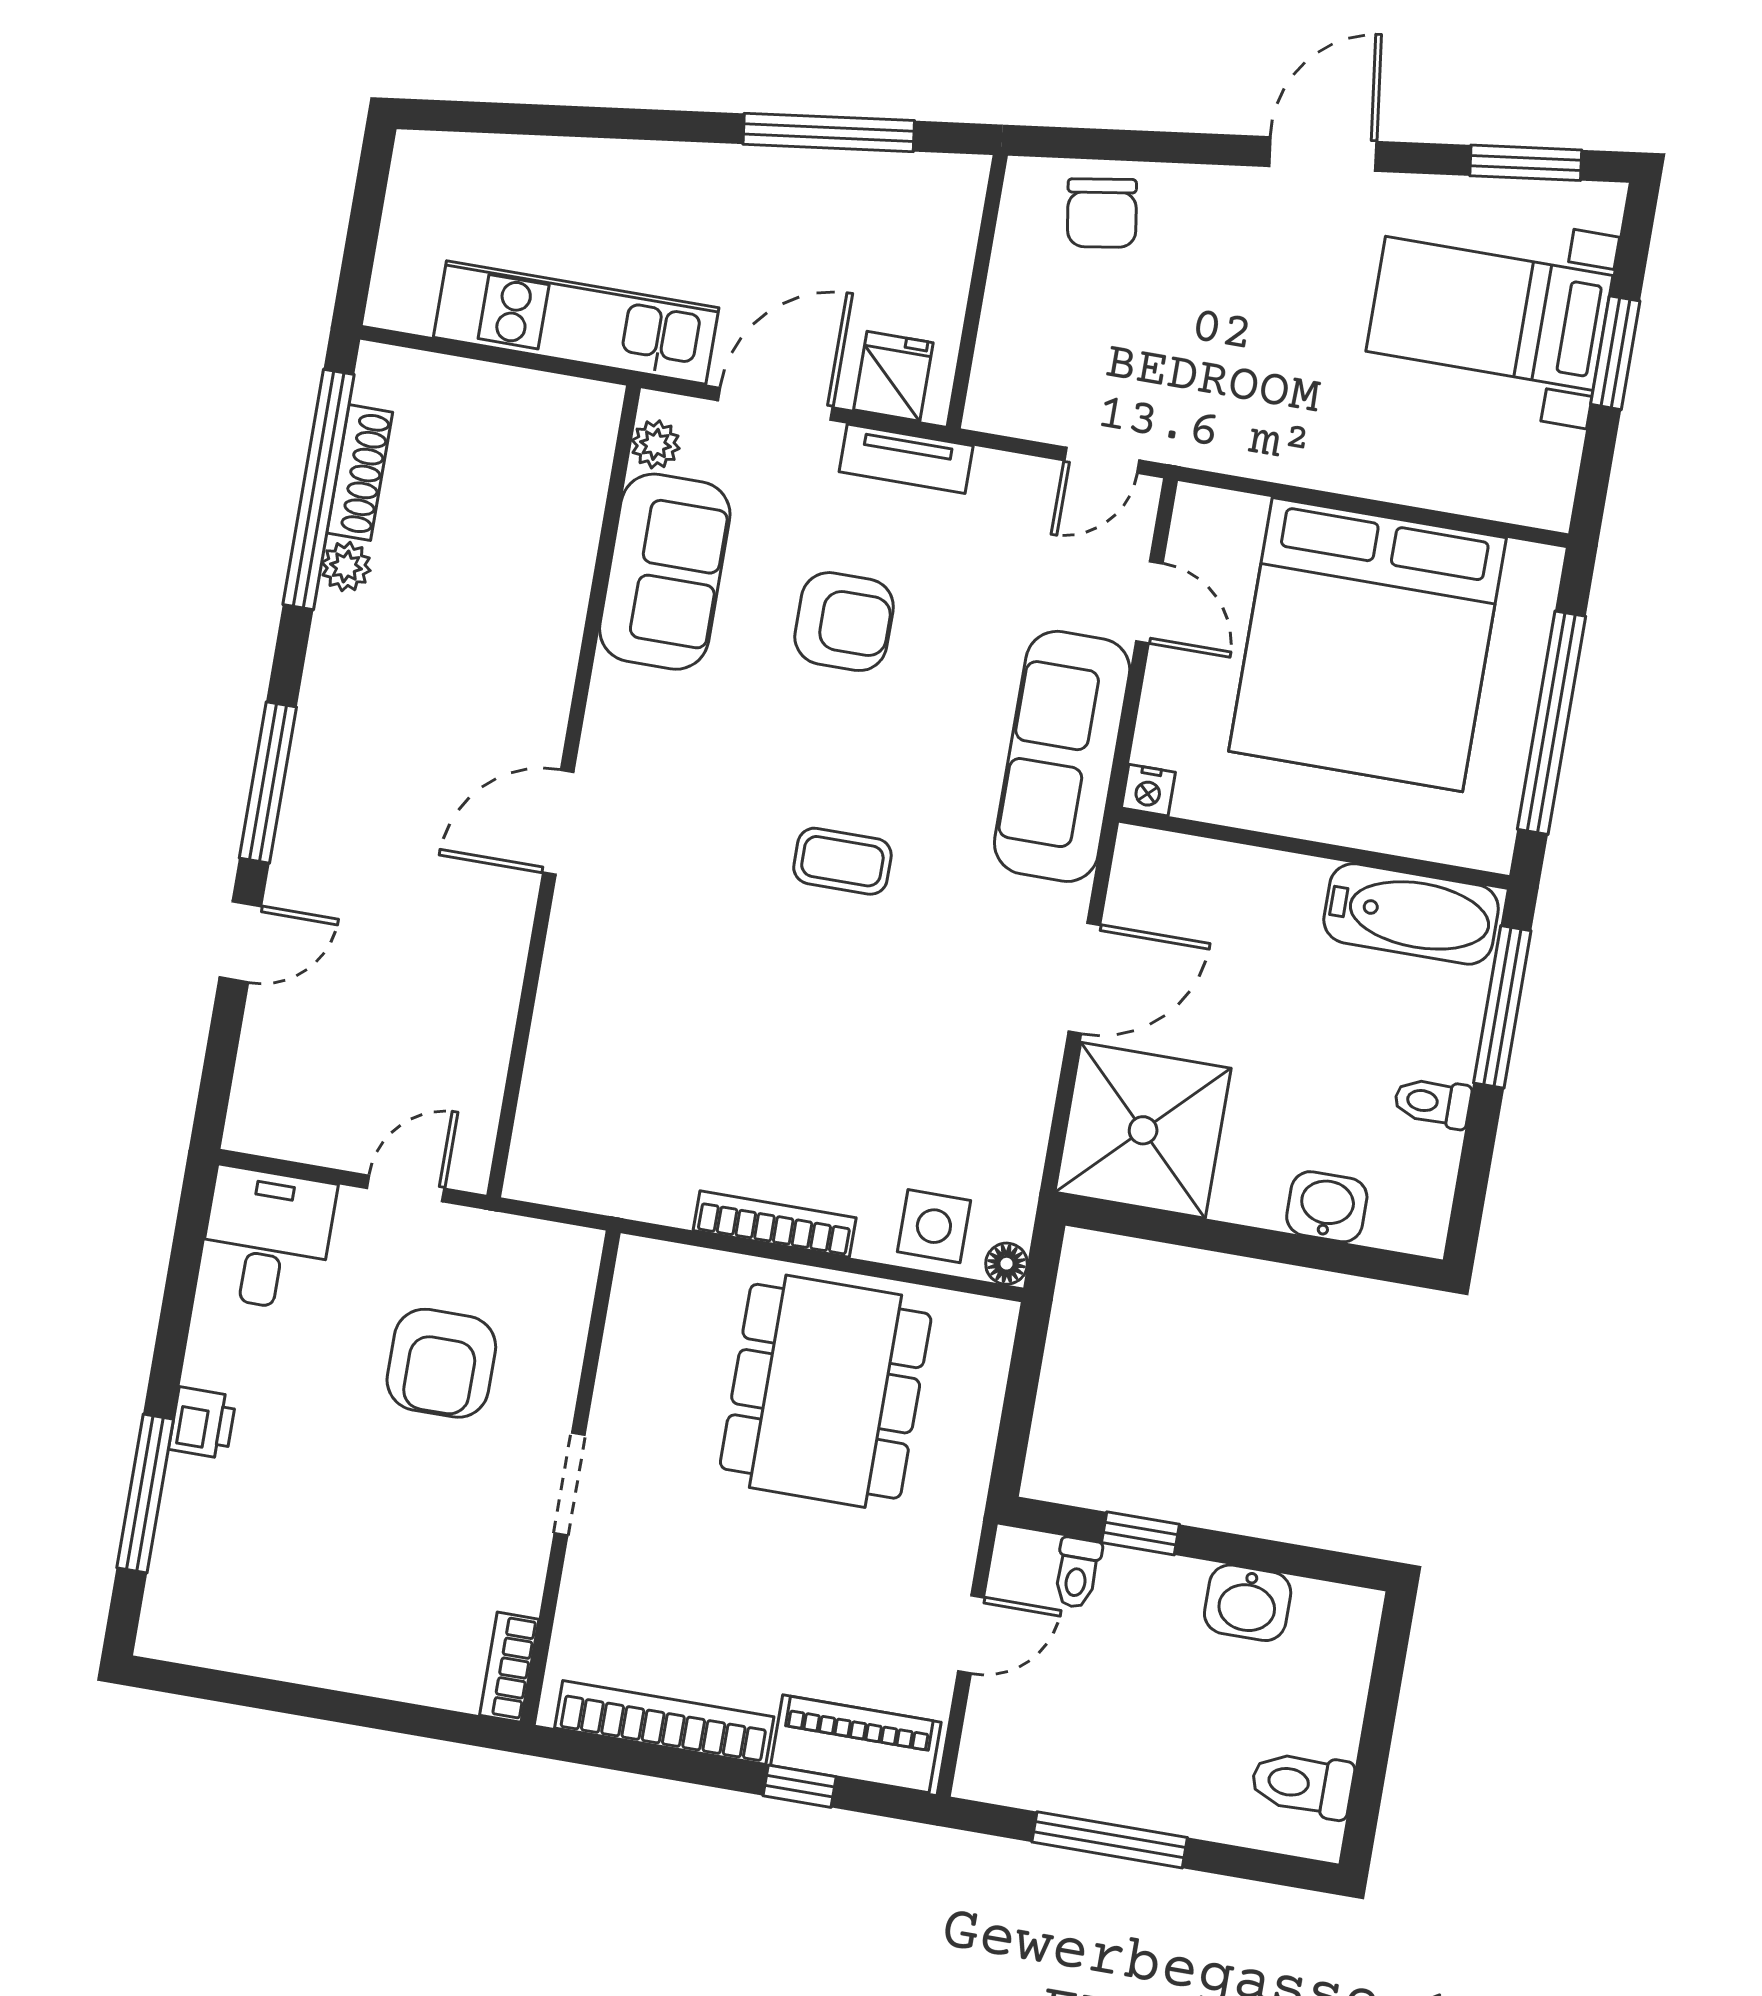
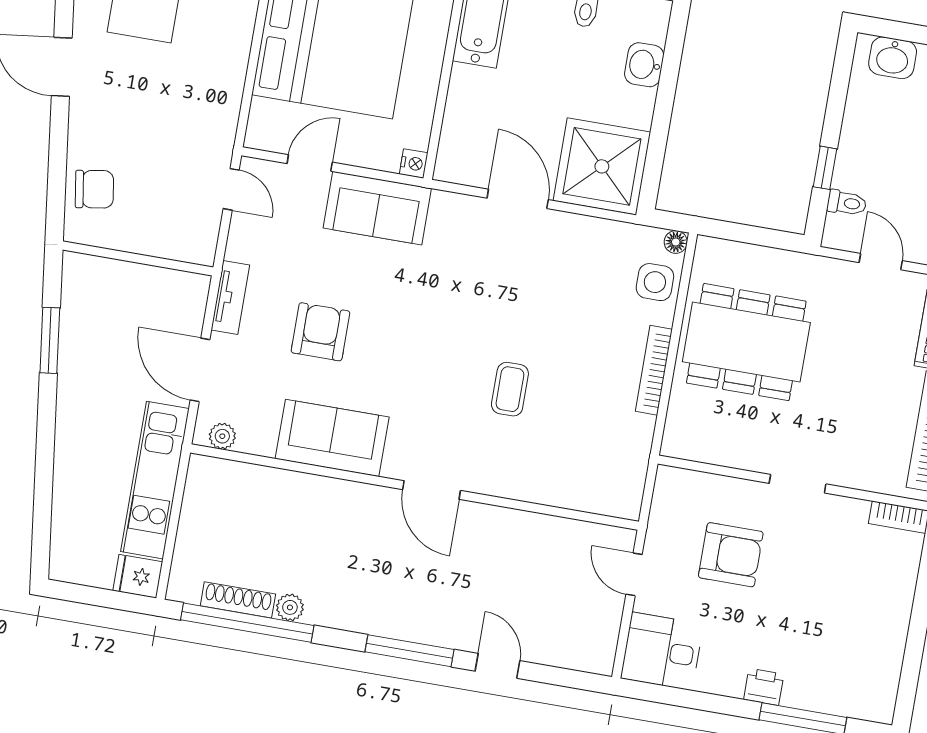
window: (829, 132) -> (50, 340), width x0.69
fridge: (893, 376) -> (138, 576), moved
sofa: (665, 572) -> (332, 438), moved
sofa: (1062, 756) -> (377, 208), width x0.73
coffee table: (842, 861) -> (510, 389), moved
washbasin: (1248, 1603) -> (893, 58), moved, turned 90

